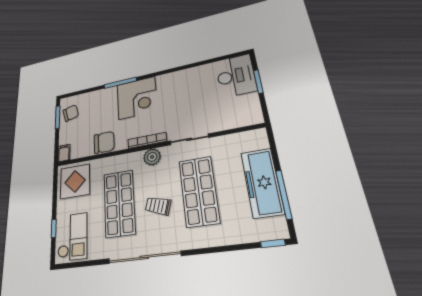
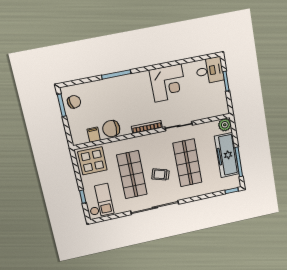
desk: (236, 76) -> (210, 71), width x0.73
corner desk: (137, 98) -> (168, 83), moved
chair: (104, 142) -> (111, 129), turned 180
filing cabinet: (64, 153) -> (94, 135), moved
plant: (152, 157) -> (225, 125), moved

